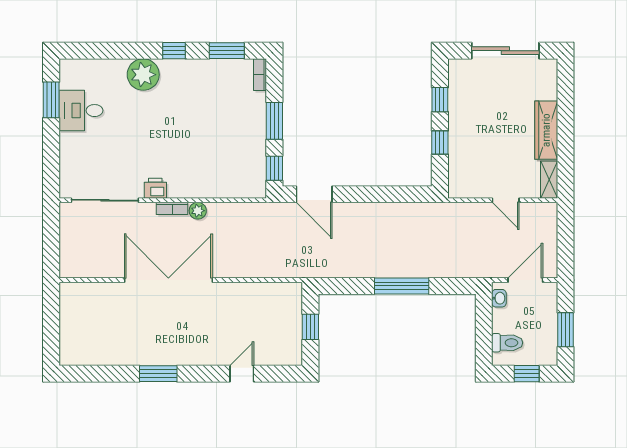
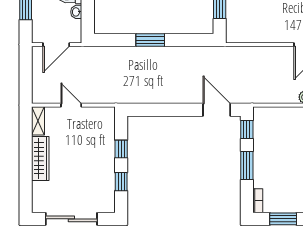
window: (402, 286) -> (150, 40), width x0.69
washbasin: (499, 298) -> (76, 12), moved

